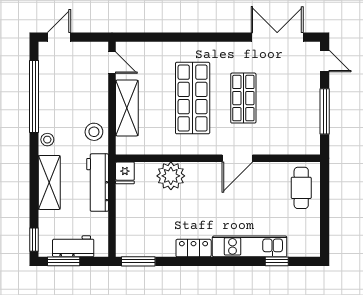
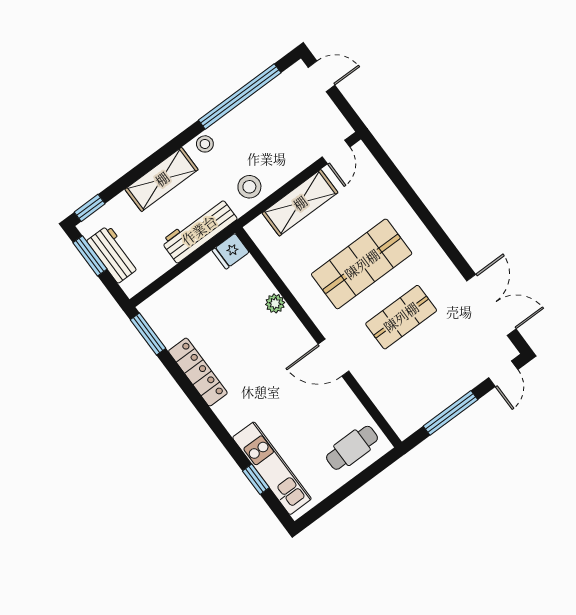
plant: (171, 176) -> (275, 303), width x0.53, depth x0.53
kitchen unit: (250, 246) -> (272, 468), moved
locker: (194, 248) -> (198, 372), width x1.53

